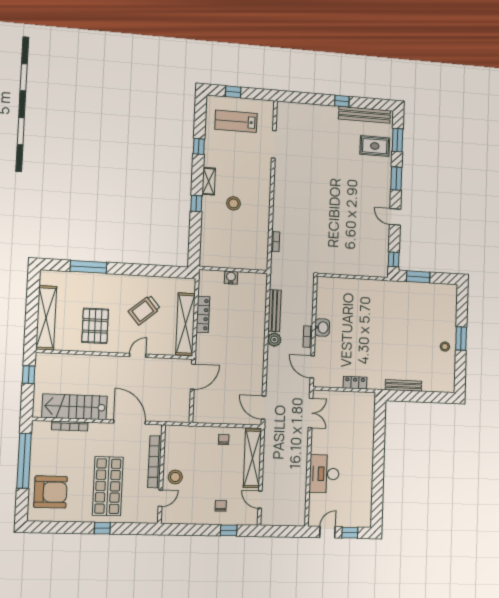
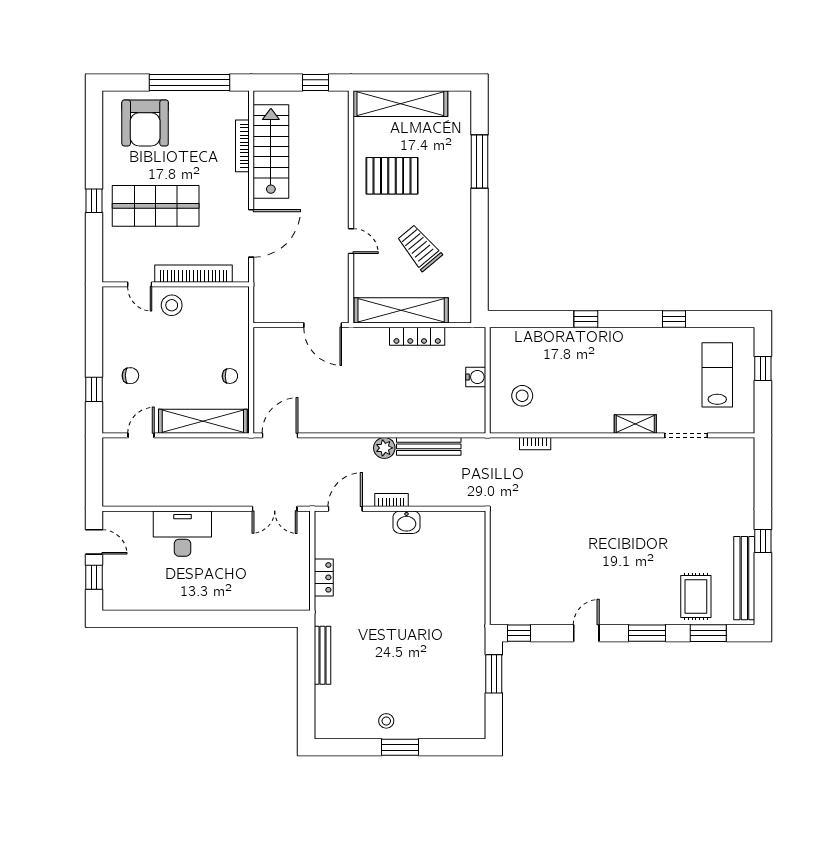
shelving: (209, 181) -> (635, 424), moved
stool: (233, 203) -> (522, 396), moved

